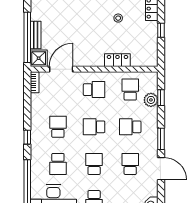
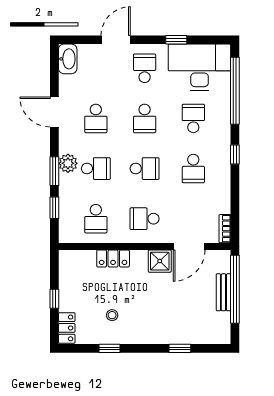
shower: (39, 58) -> (160, 261), moved
plant: (151, 100) -> (68, 163), moved
window: (161, 139) -> (54, 171), moved

